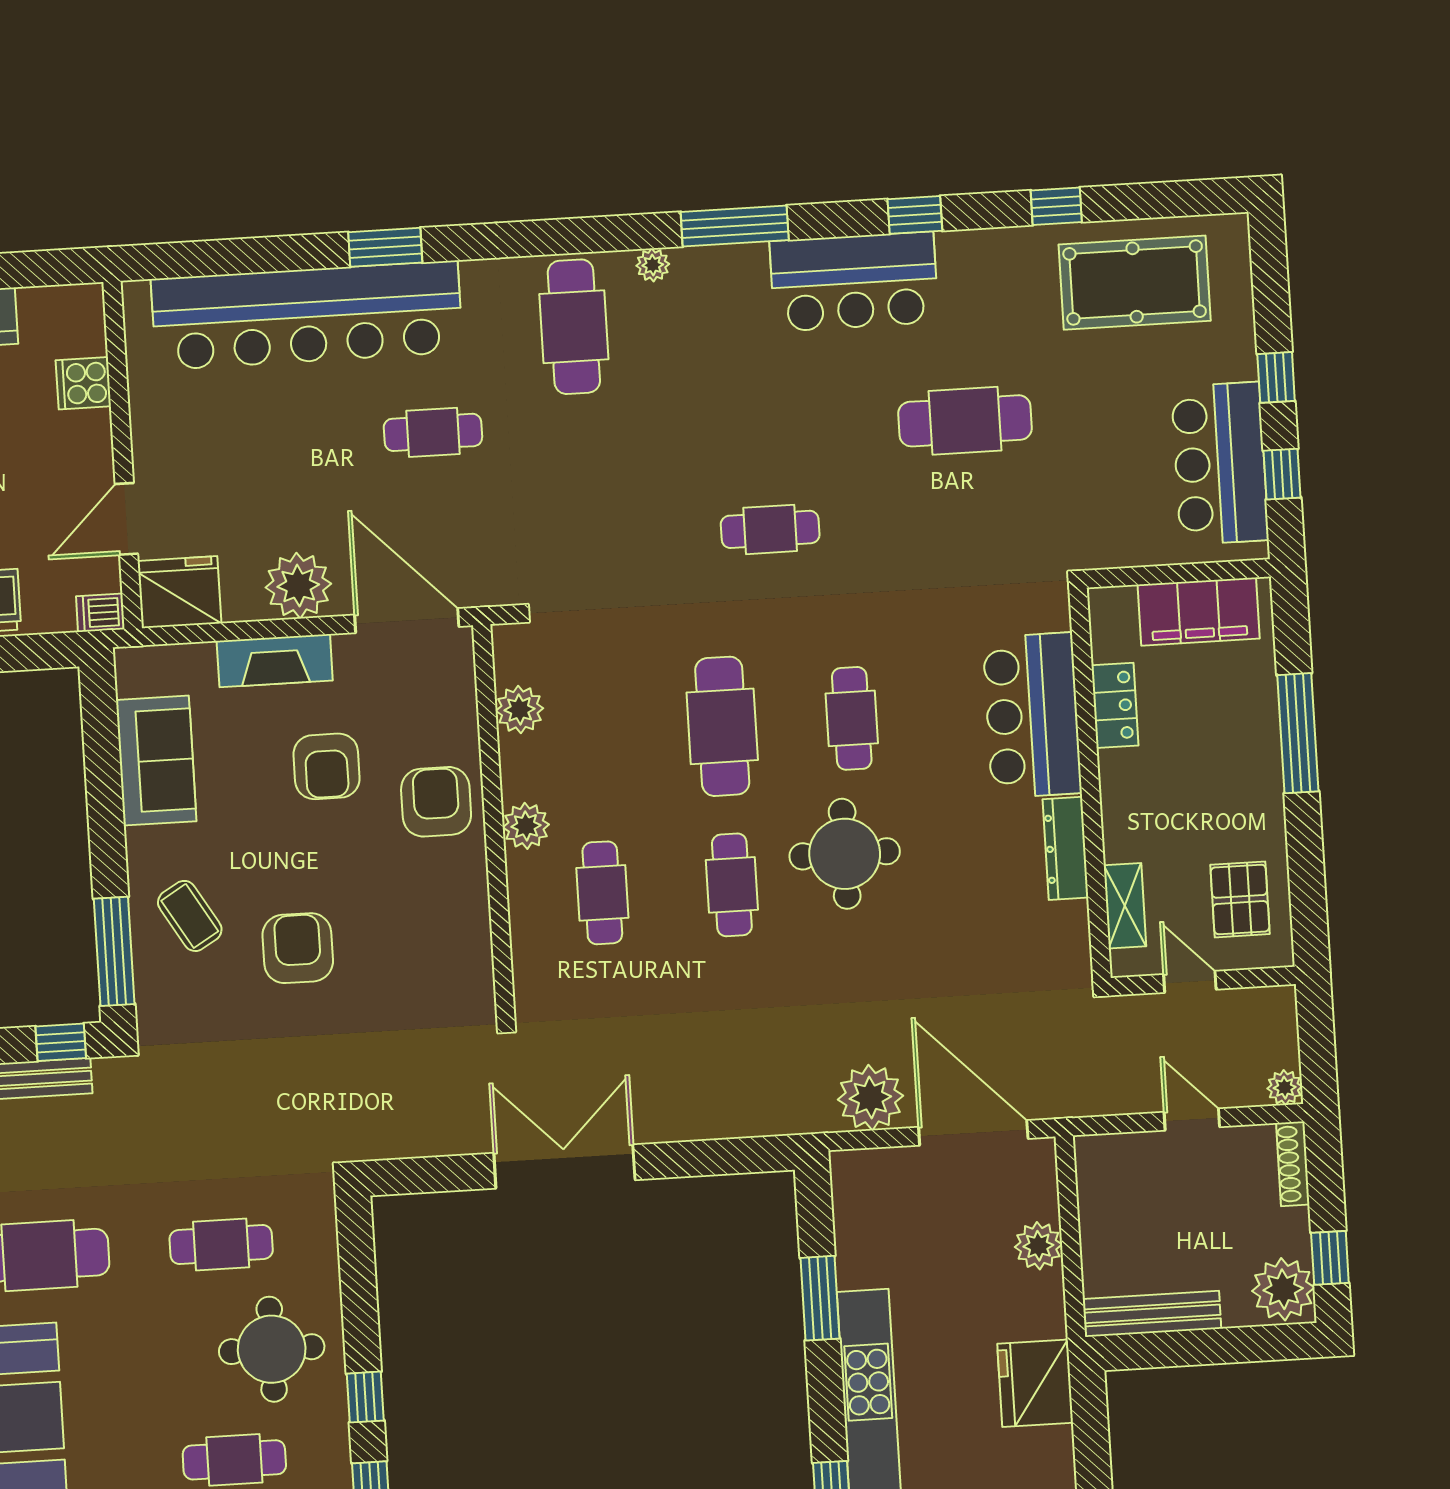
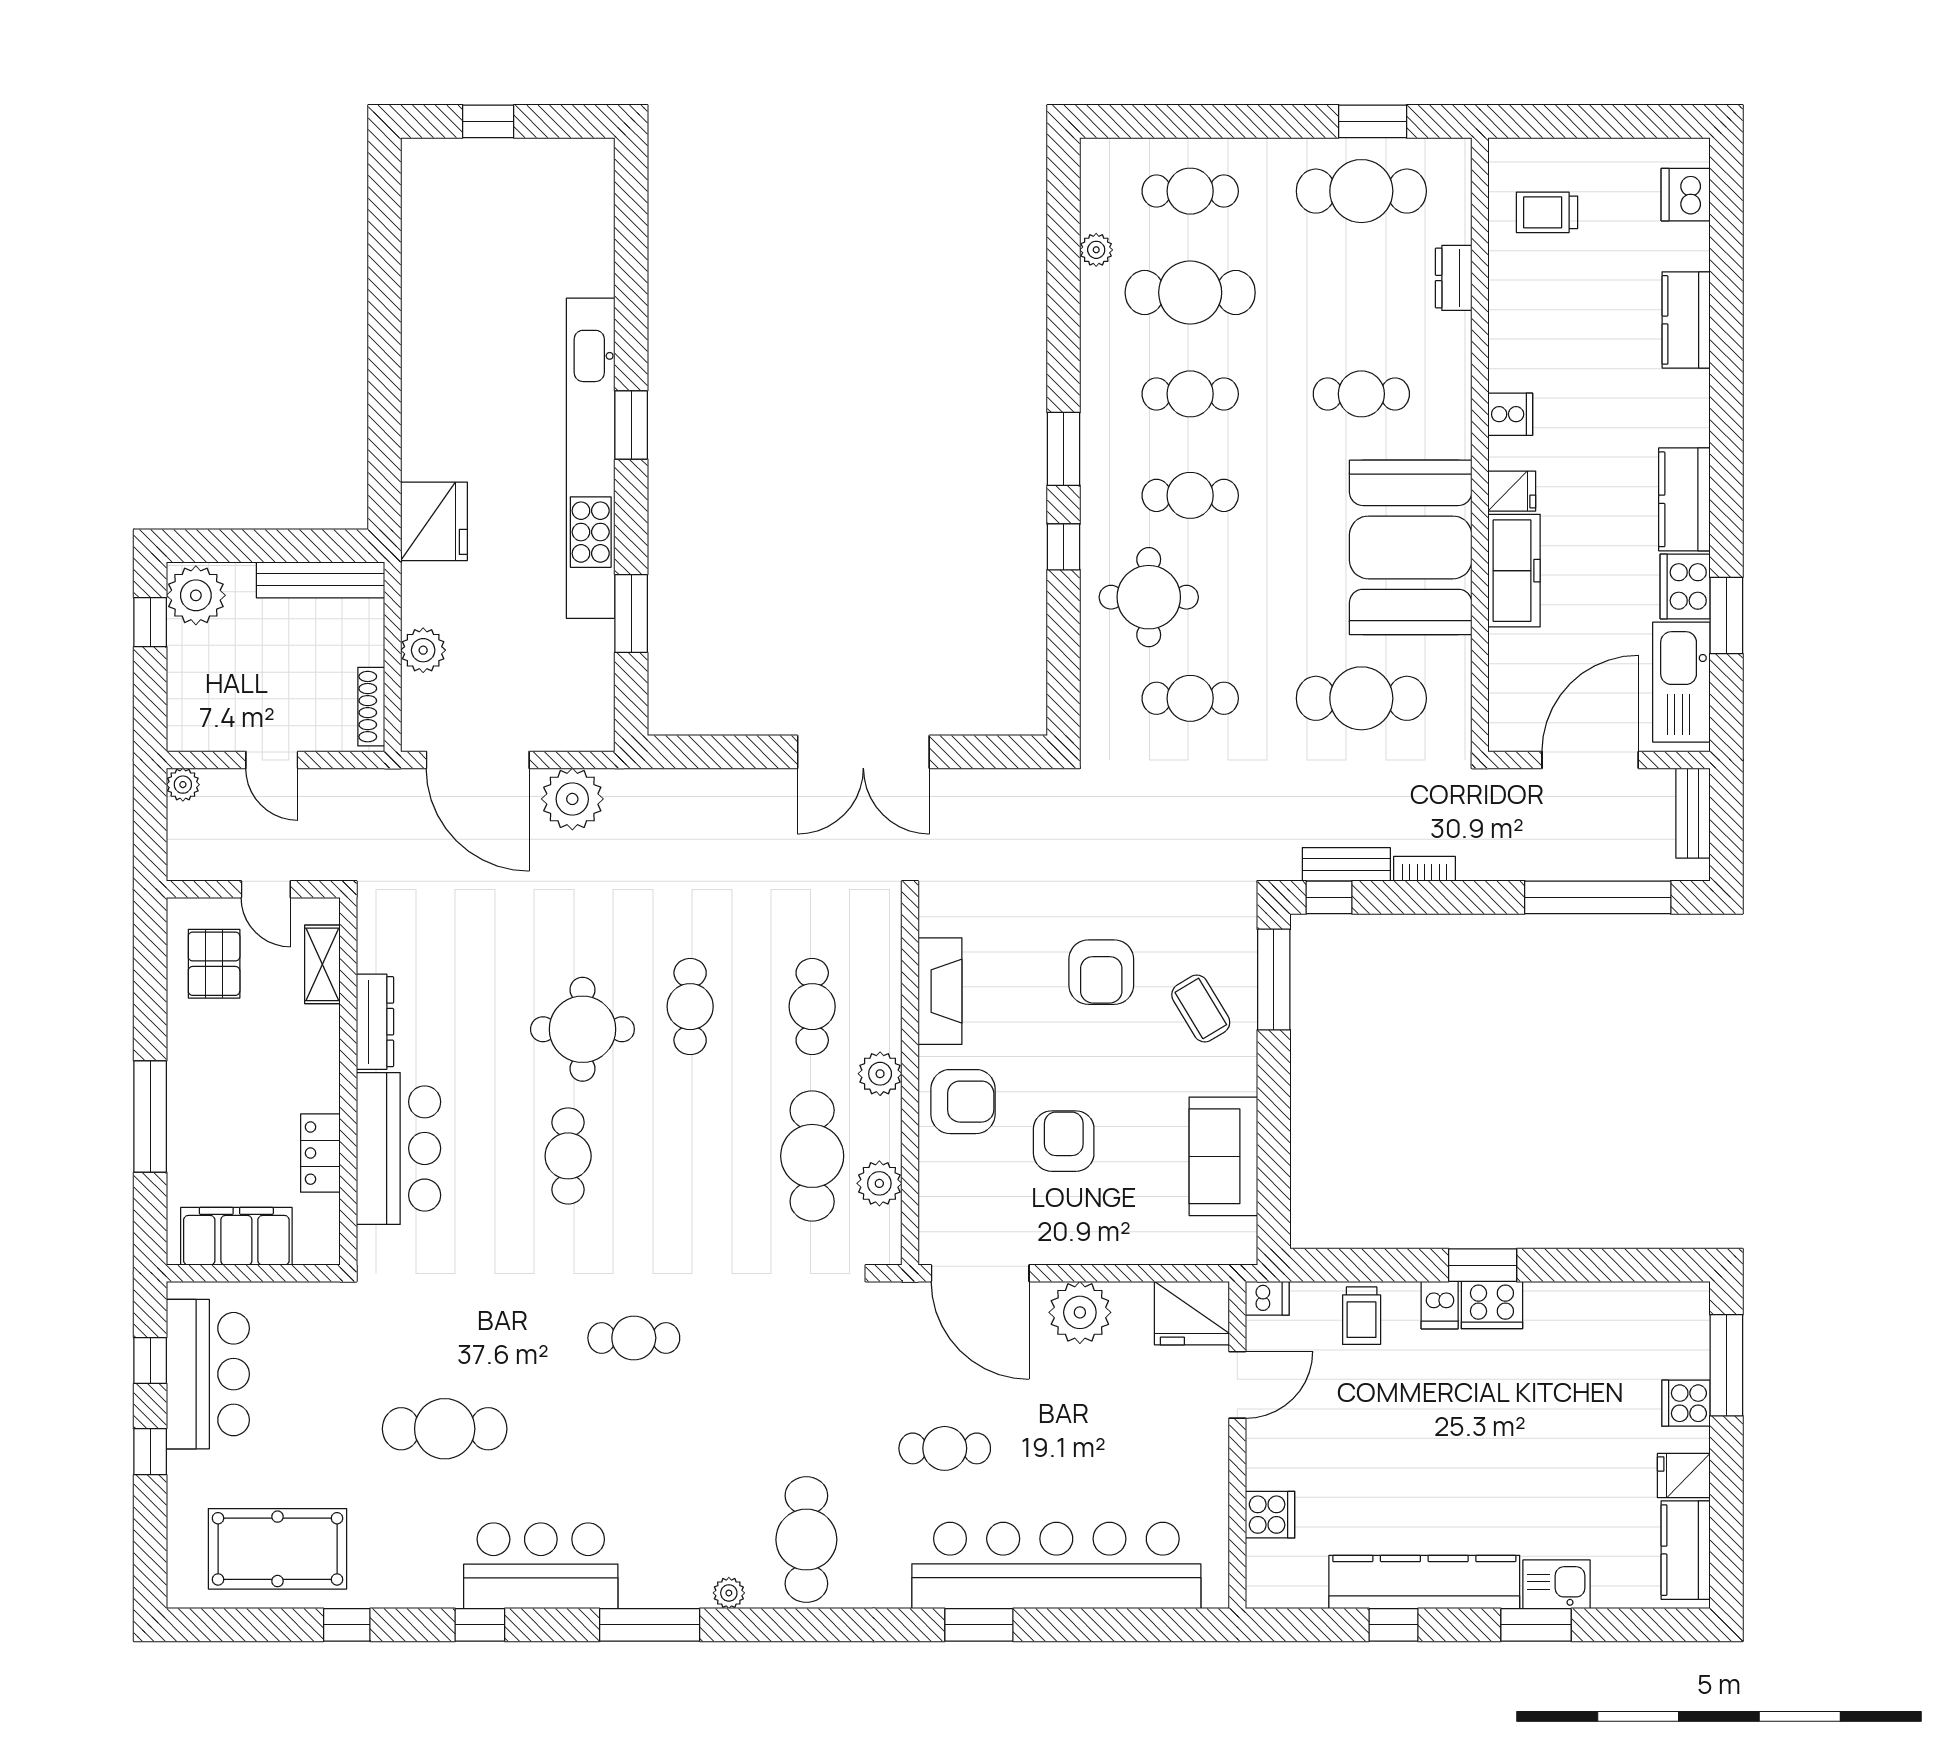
fireplace: (275, 661) -> (940, 991), moved, turned 90
cafe table: (722, 726) -> (812, 1156), moved
armchair: (436, 802) -> (963, 1102), turned -90
shoe rack: (1293, 1164) -> (371, 707), moved, turned 180

